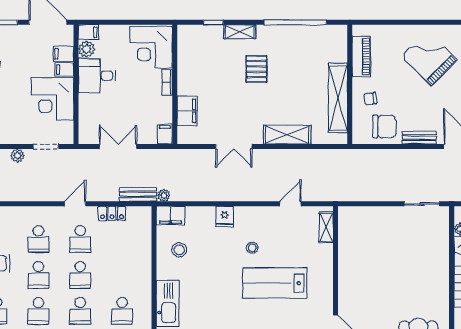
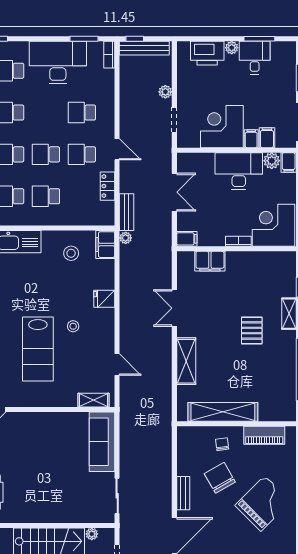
pallet: (256, 69) -> (252, 330), turned 90
desk: (97, 76) -> (239, 171), width x1.37
chair: (384, 127) -> (220, 478), moved, turned 150
sofa: (368, 219) -> (102, 442), added
school desk: (38, 275) -> (46, 196), moved
lab bench: (275, 283) -> (38, 349), turned 180

